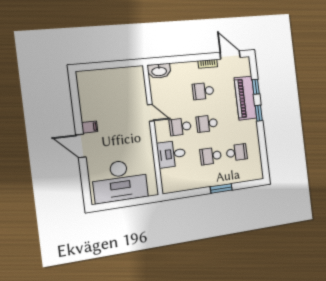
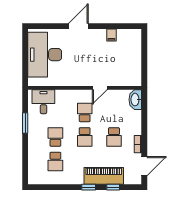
school desk: (203, 91) -> (114, 137), turned 180
school desk: (207, 124) -> (85, 137), turned 180
filing cabinet: (90, 127) -> (111, 35), moved
desk: (171, 154) -> (43, 102), moved
window: (221, 188) -> (25, 123), moved

